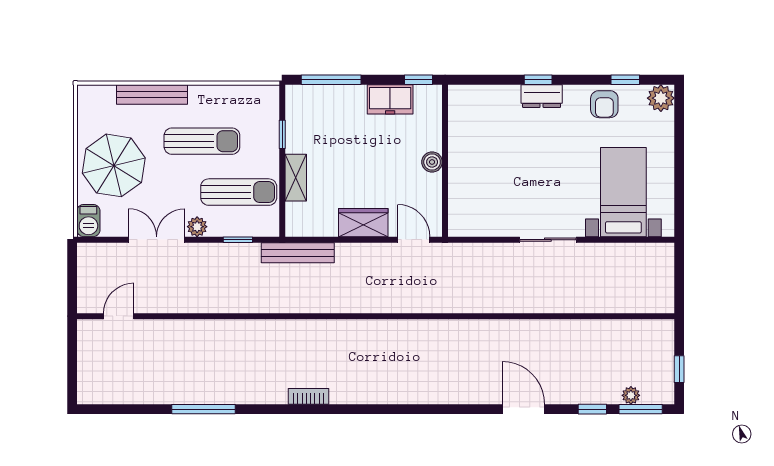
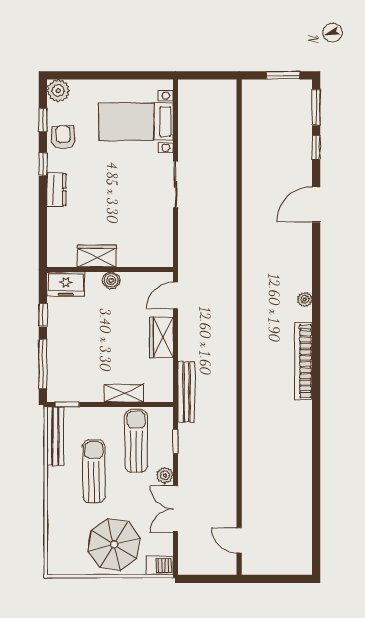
window: (419, 80) -> (43, 315), moved
window: (538, 80) -> (43, 164), moved
bench: (152, 94) -> (55, 436), moved
freezer: (390, 99) -> (66, 284), moved, turned 90
armchair: (604, 104) -> (63, 137), turned -93
window: (282, 134) -> (67, 405), moved
wardrobe: (461, 145) -> (97, 256), added
window: (679, 369) -> (283, 75), width x1.50
plant: (631, 395) -> (305, 299), moved
bookcase: (308, 396) -> (303, 361), width x2.31, depth x1.31
window: (203, 409) -> (316, 470), removed

